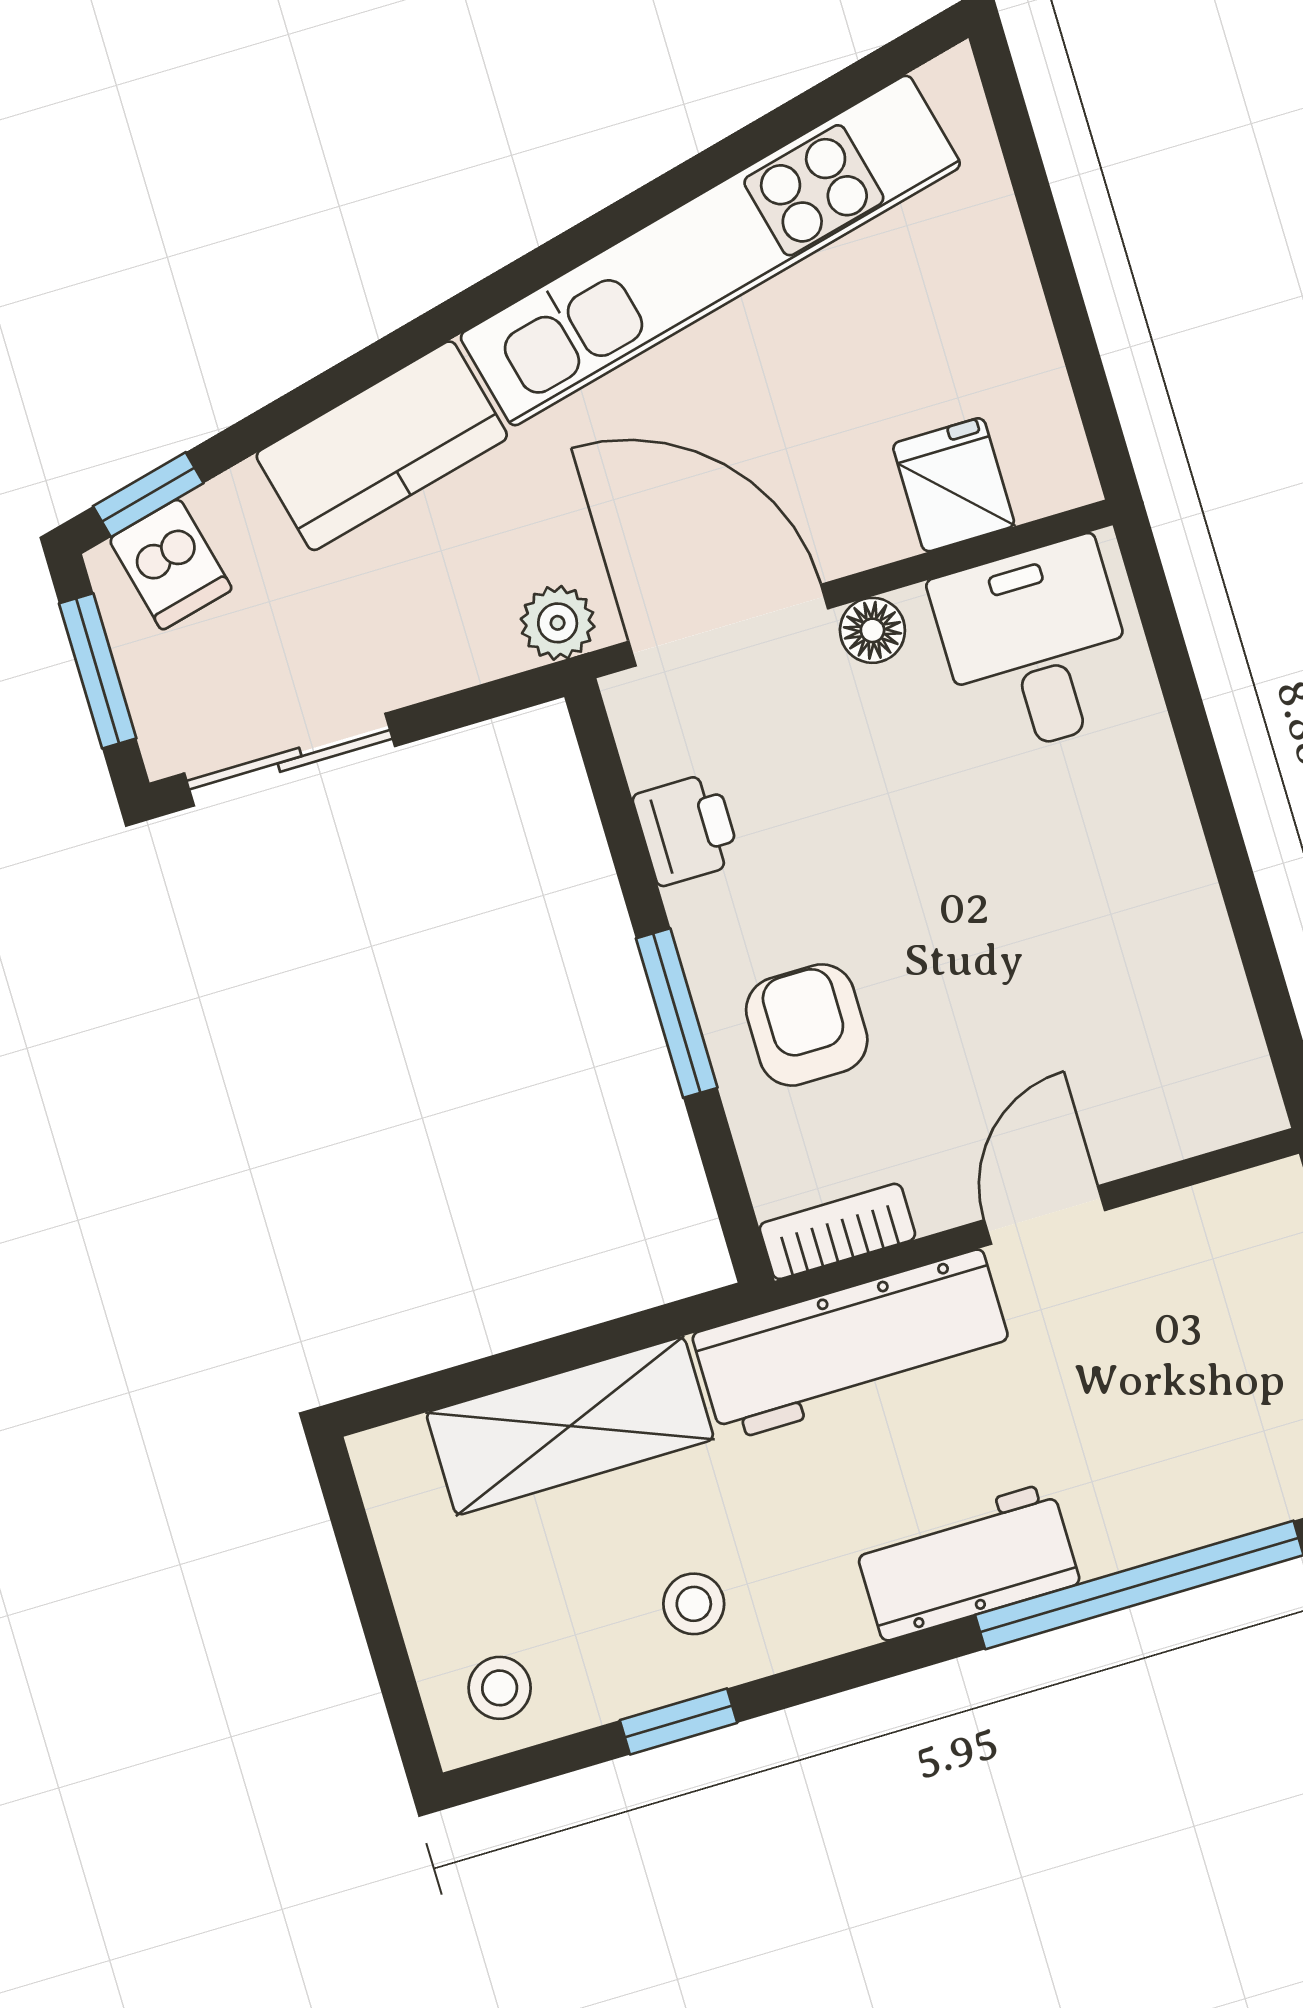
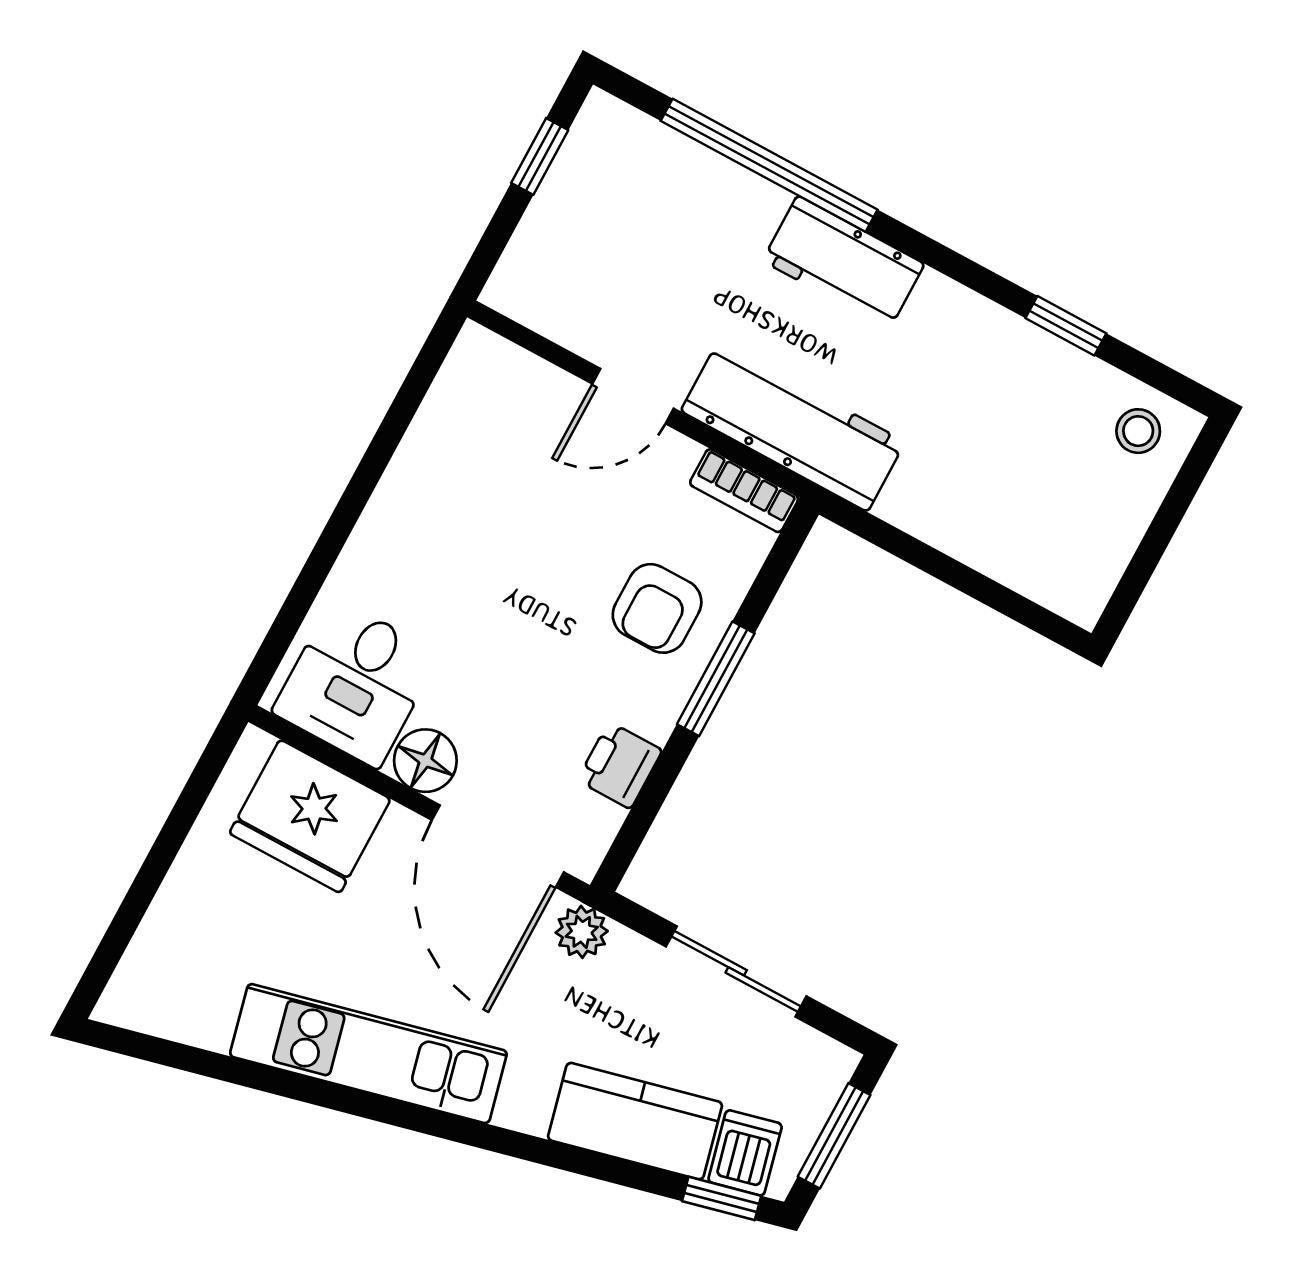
kitchen unit: (710, 251) -> (368, 1054), width x0.73
kitchen counter: (382, 446) -> (635, 1121), moved
fridge: (954, 485) -> (310, 816), width x1.88, depth x1.34
floor lamp: (872, 630) -> (425, 761), width x1.37, depth x1.37
sliding door: (290, 760) -> (736, 971), moved
shelving: (570, 1426) -> (973, 526), removed
stool: (694, 1604) -> (1000, 377), removed

